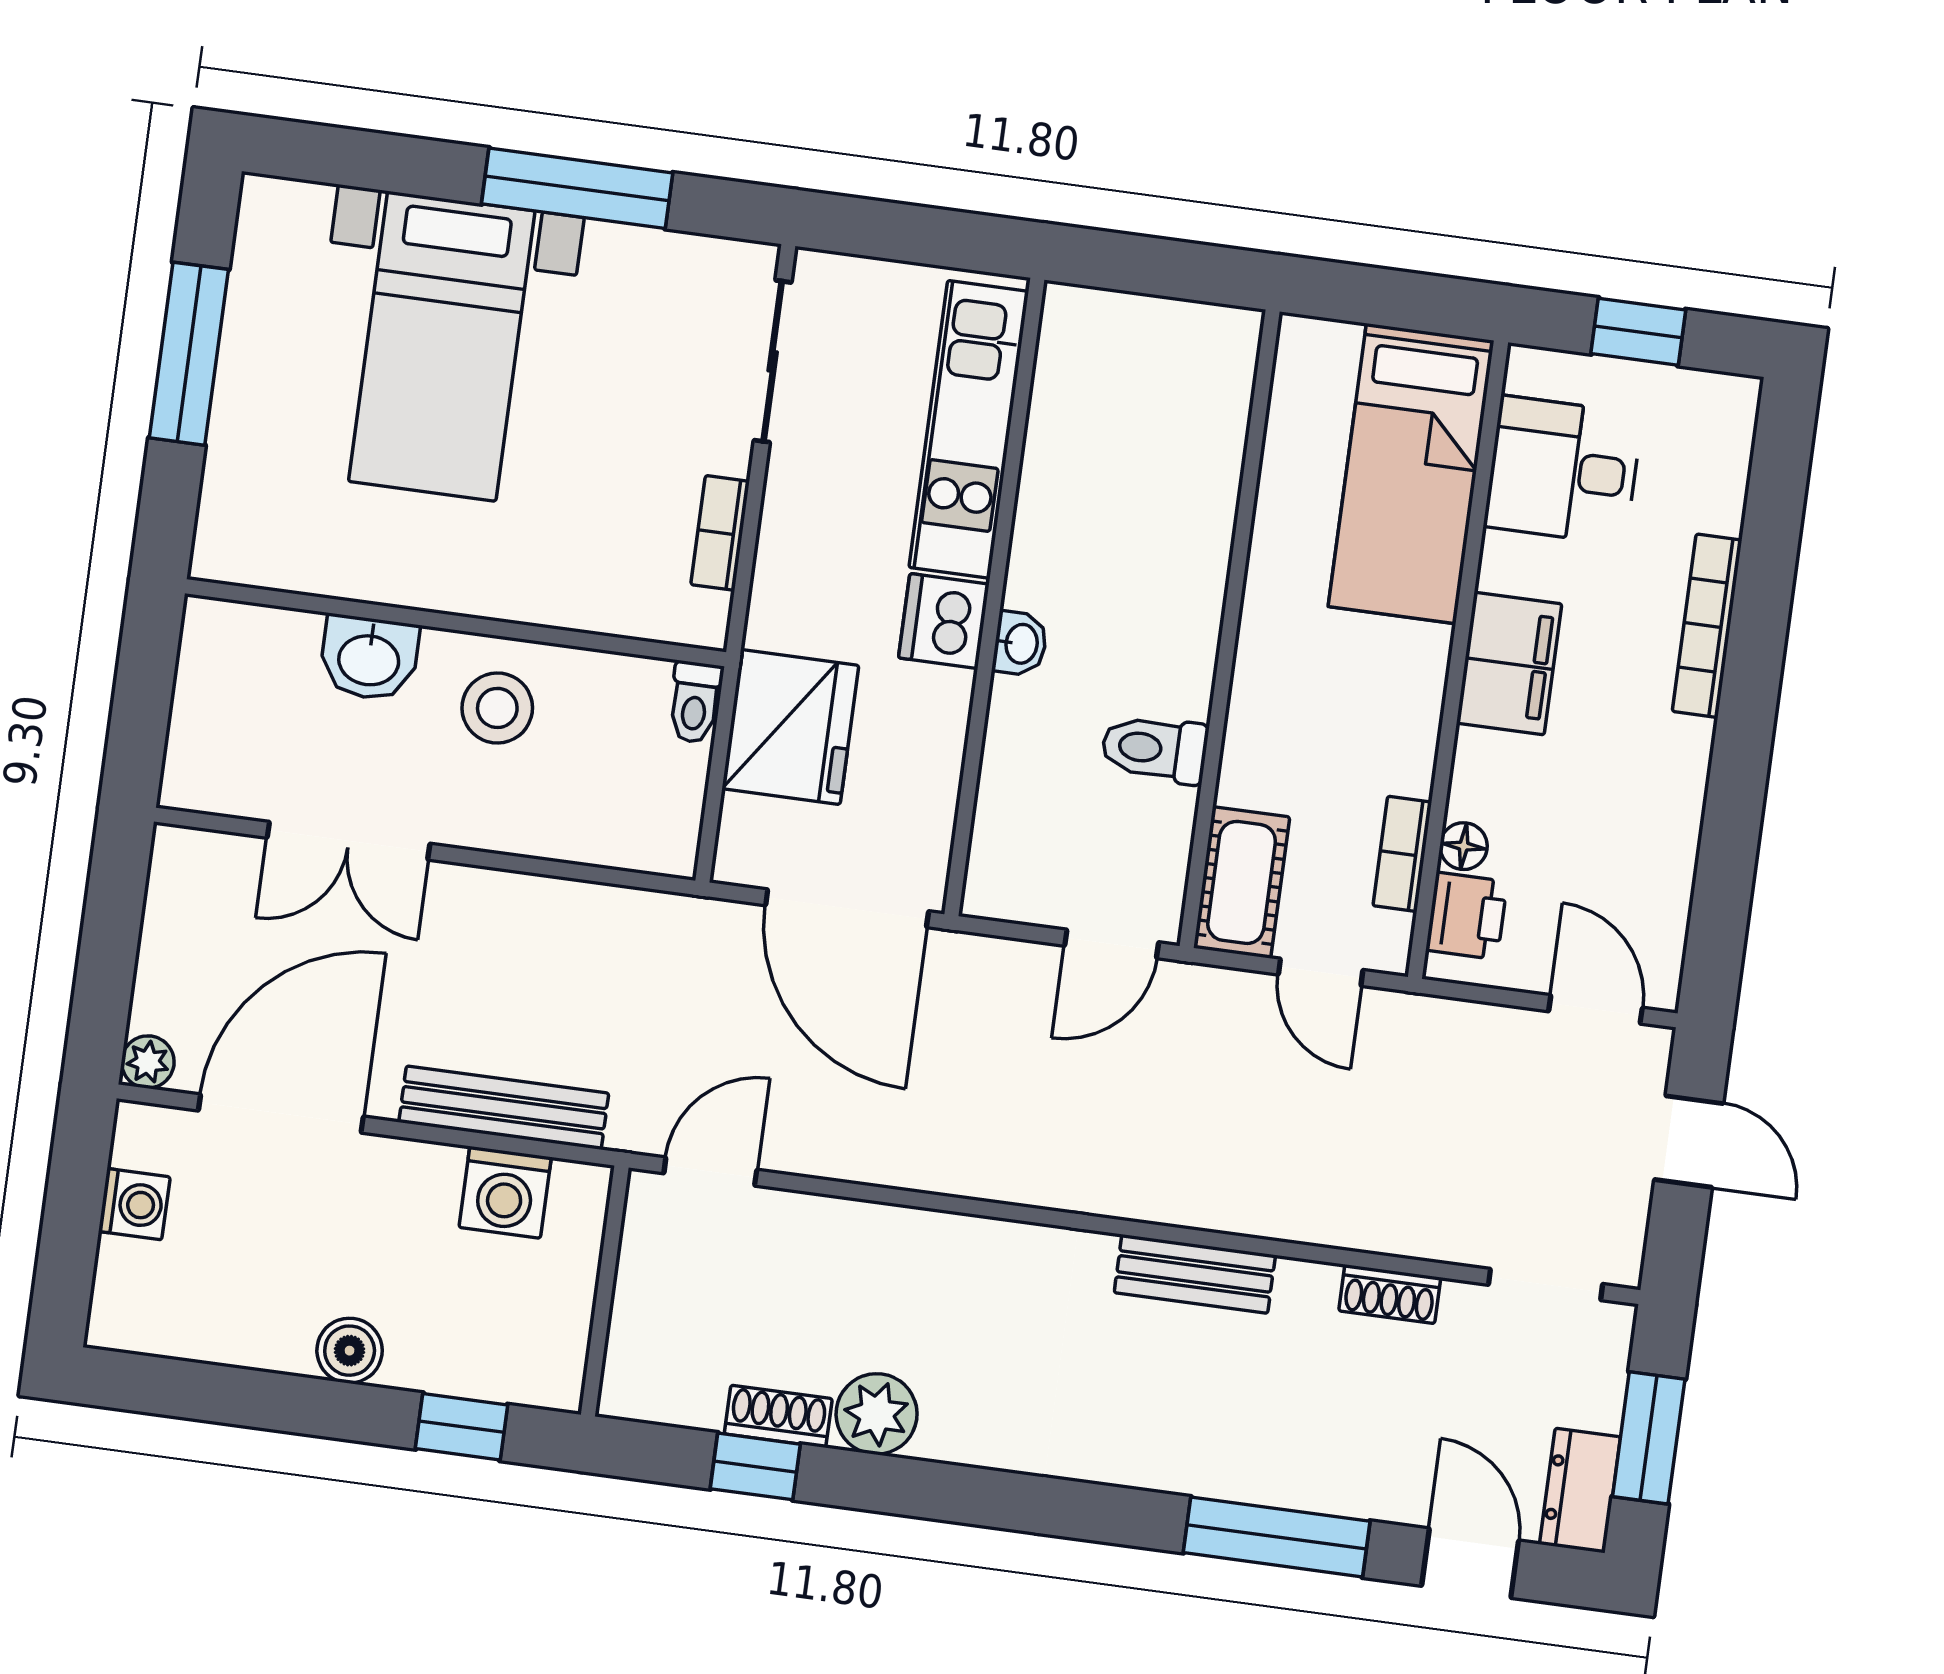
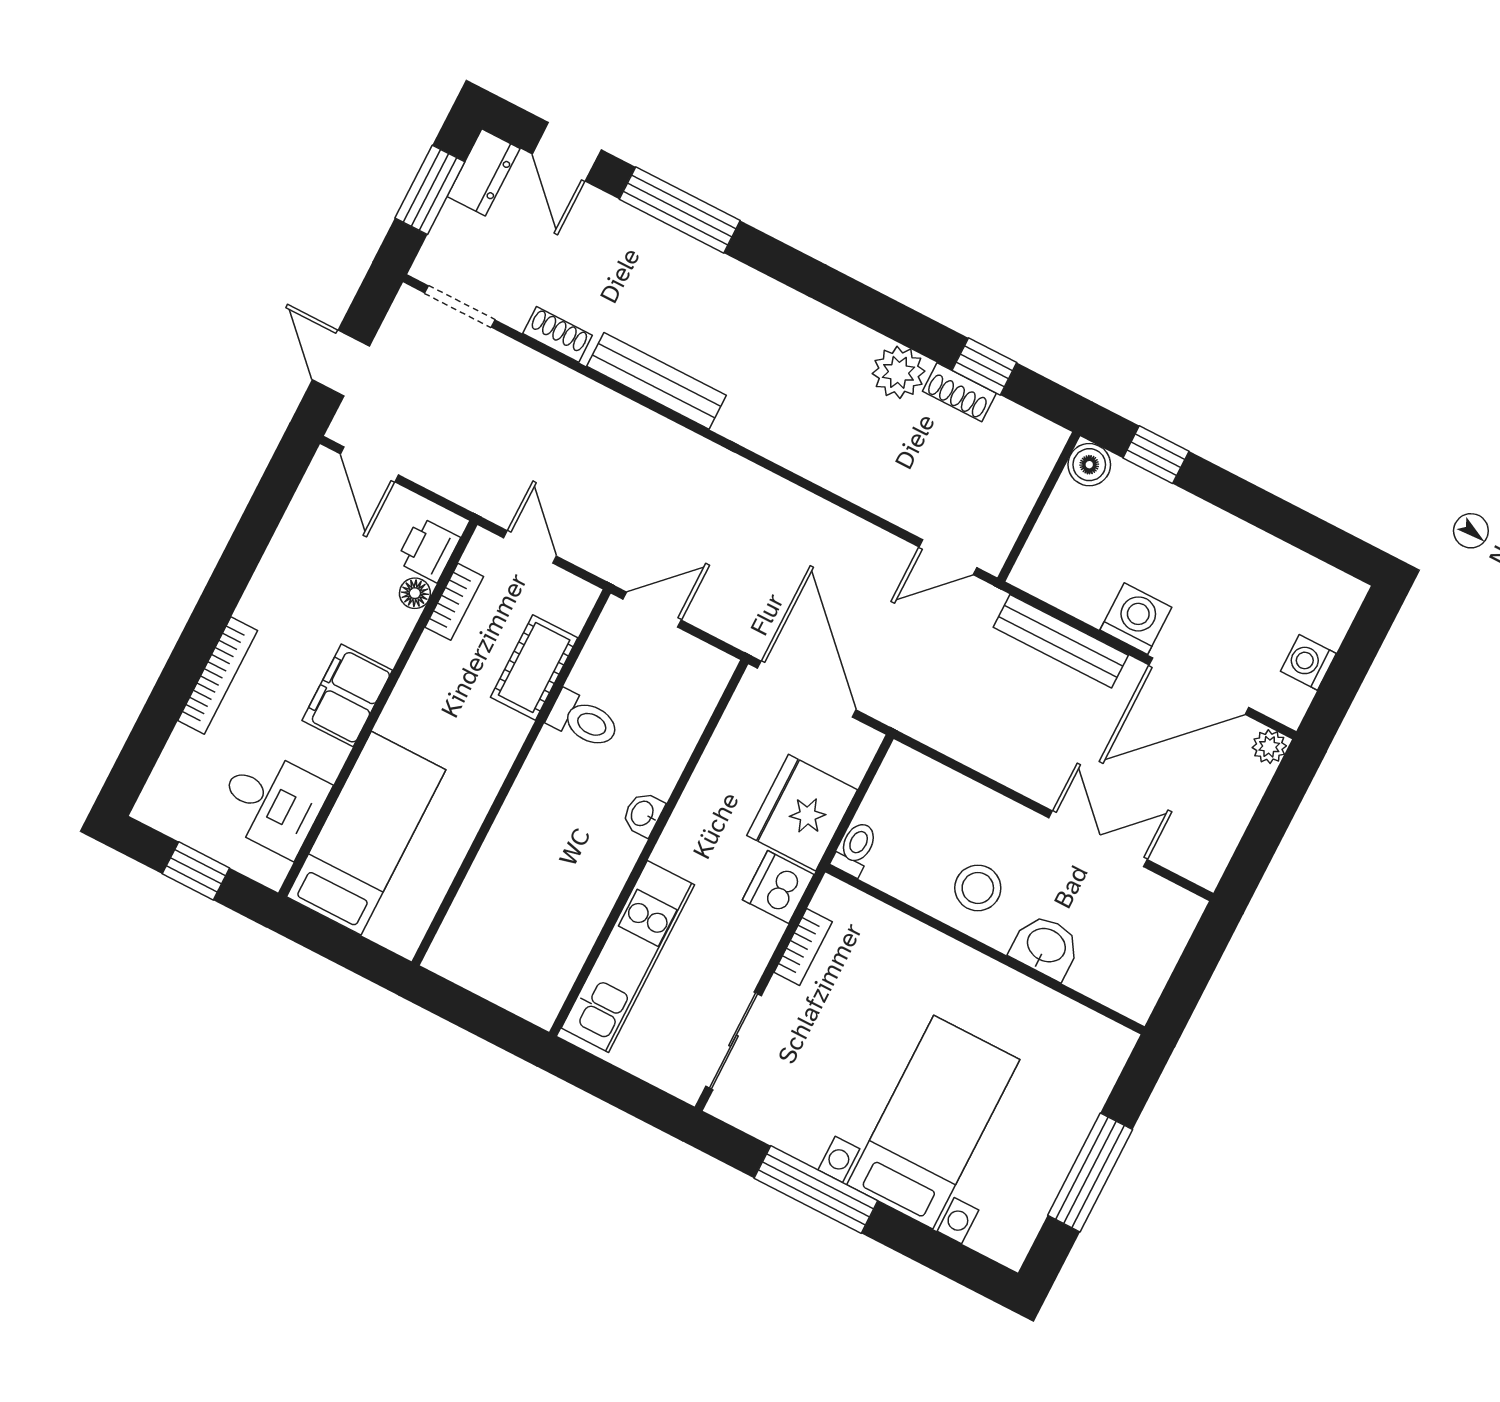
dishwasher: (944, 621) -> (778, 887), moved, turned 180
cot: (1242, 882) -> (534, 667), moved
washing machine: (505, 1192) -> (1136, 619), moved
bench: (1195, 1274) -> (657, 381), width x1.36
boiler: (350, 1351) -> (1089, 465), moved

